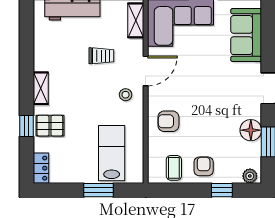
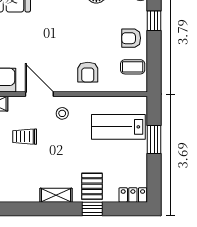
trolley: (101, 56) -> (25, 137), turned -90

